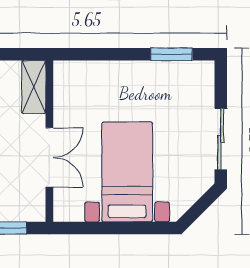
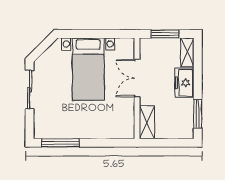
window: (171, 54) -> (60, 143), width x1.44

